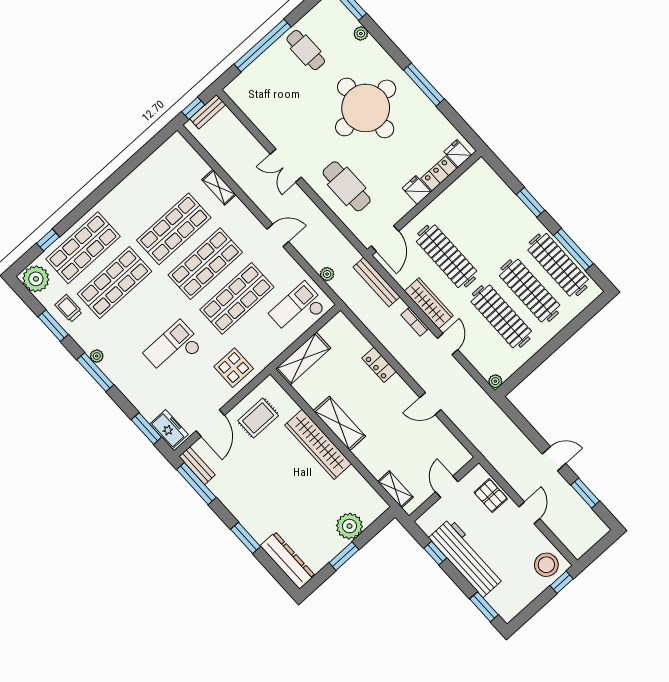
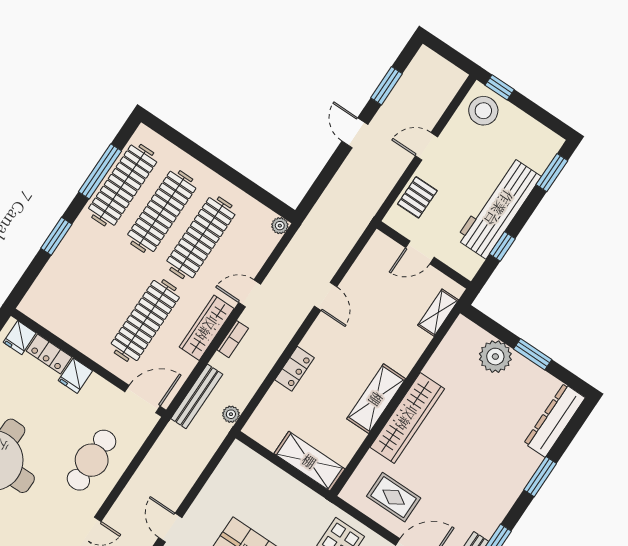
plant: (327, 274) -> (231, 414), moved
checkout: (298, 310) -> (253, 482), removed

